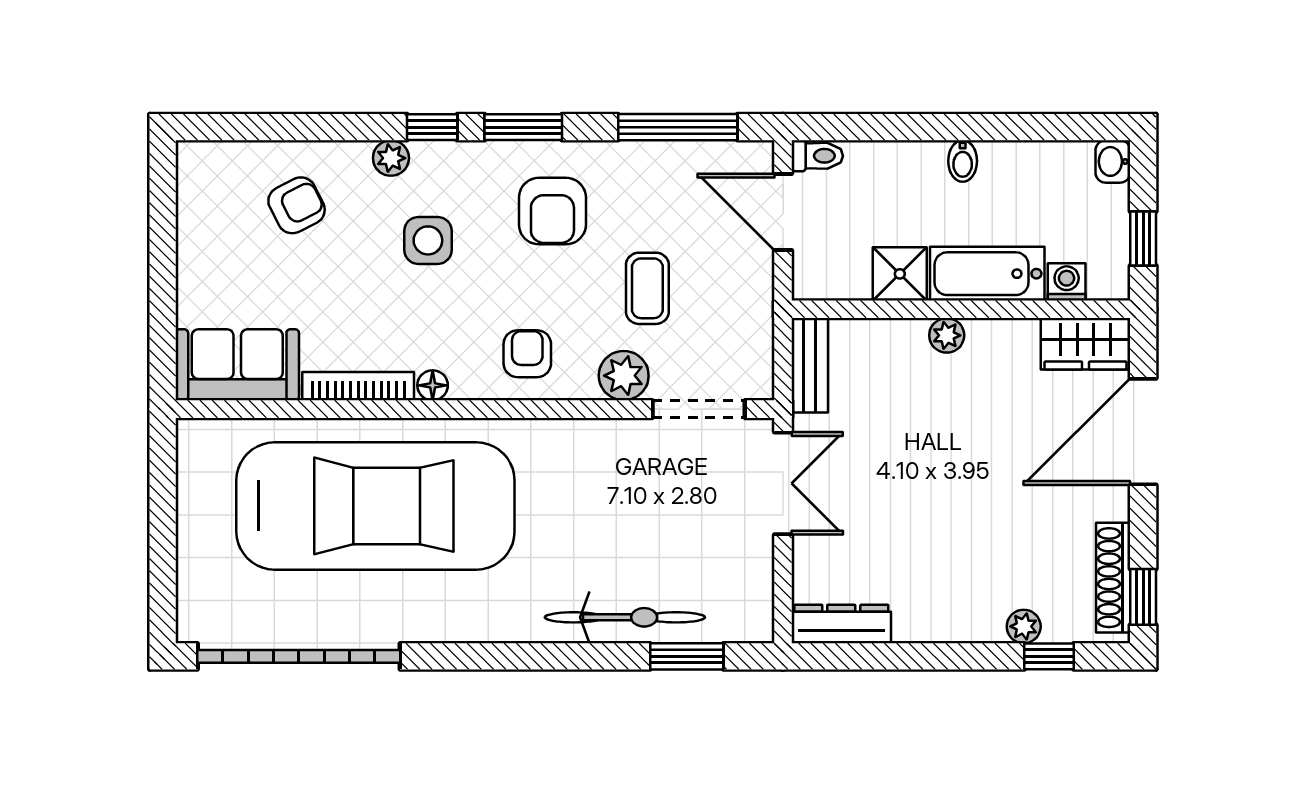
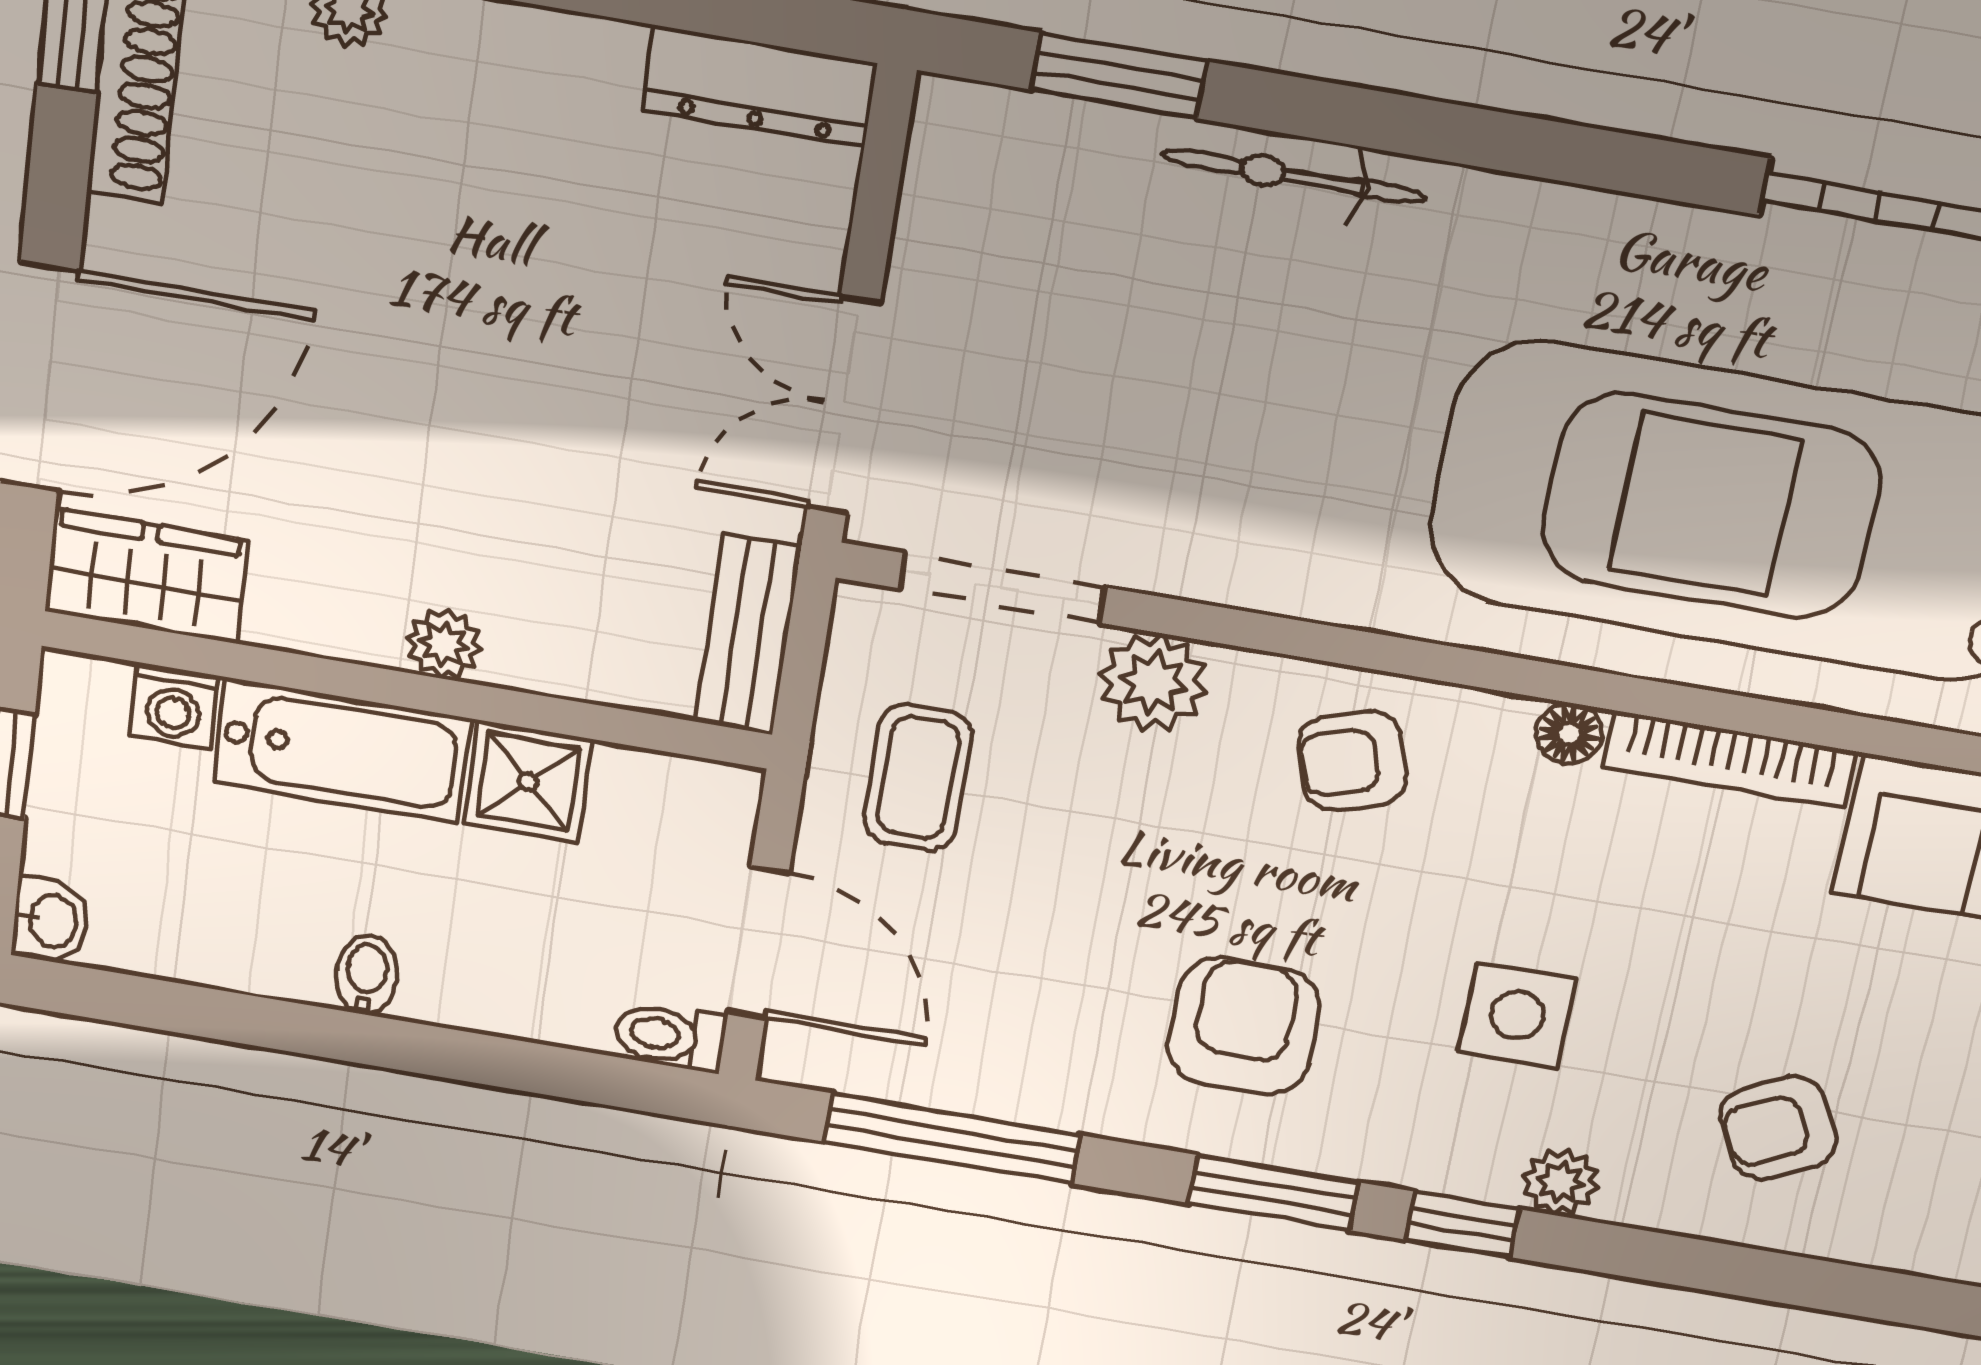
coffee table: (647, 288) -> (918, 777), moved
armchair: (527, 354) -> (1352, 761), turned 72
bicycle: (625, 617) -> (1294, 176), width x0.73, depth x0.71

